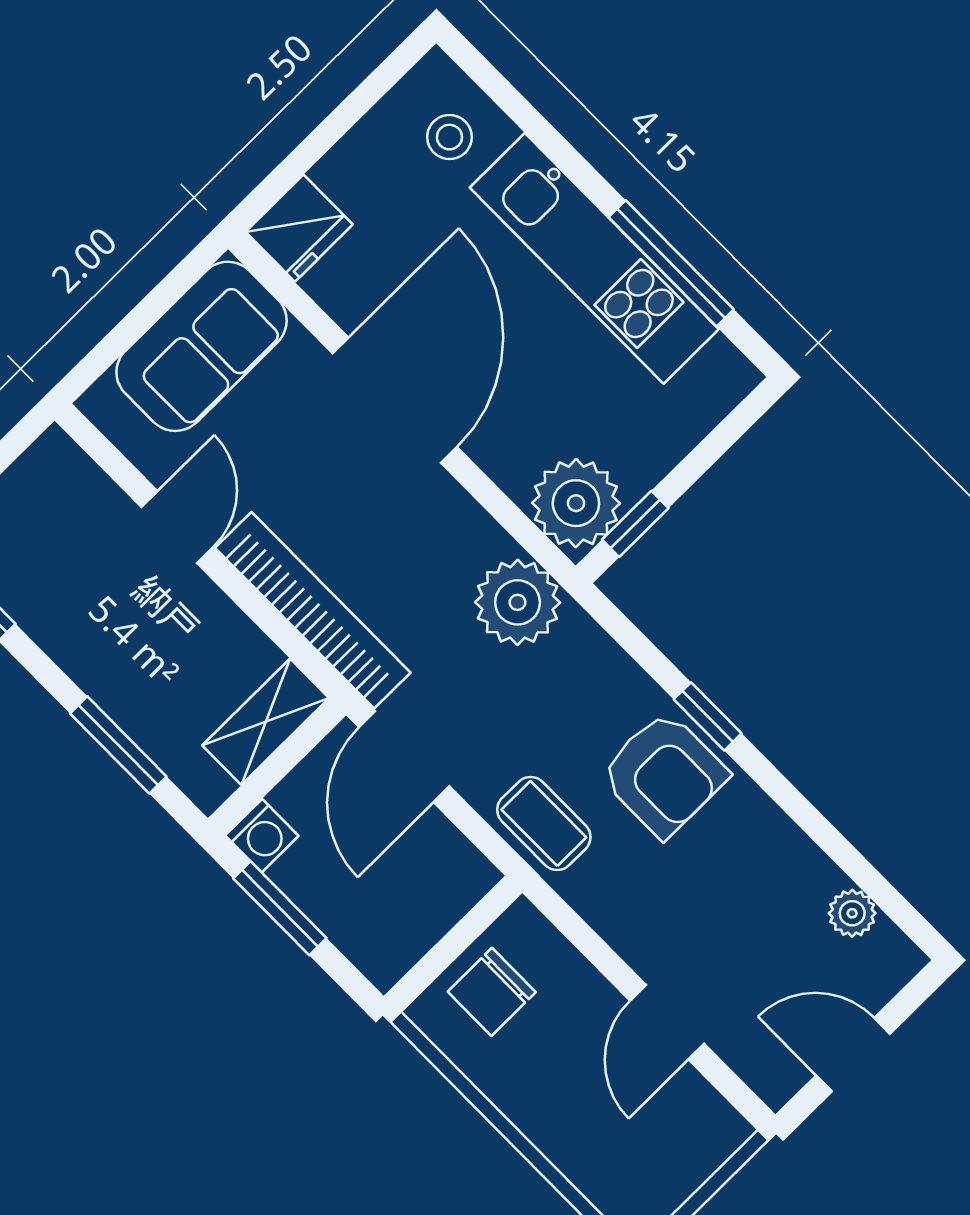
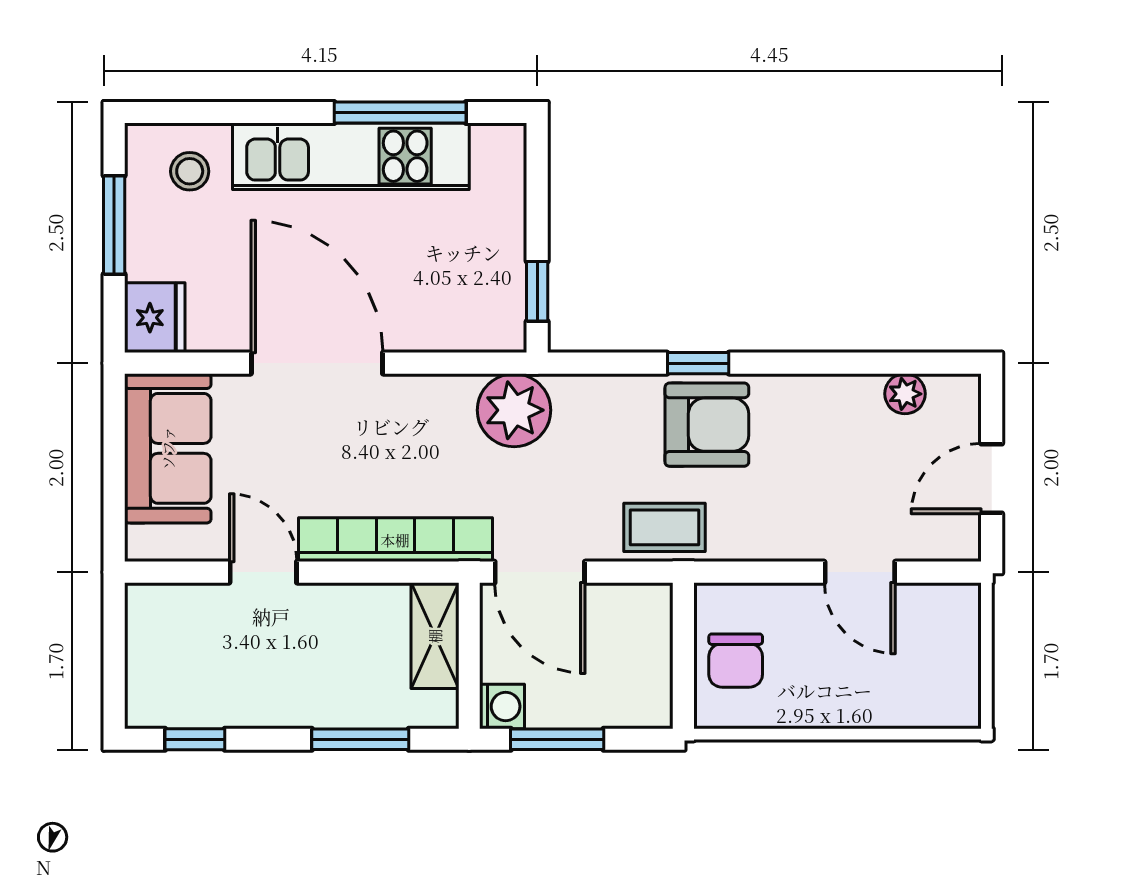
window: (343, 118) -> (114, 225), added
plant: (576, 503) -> (489, 315), removed

